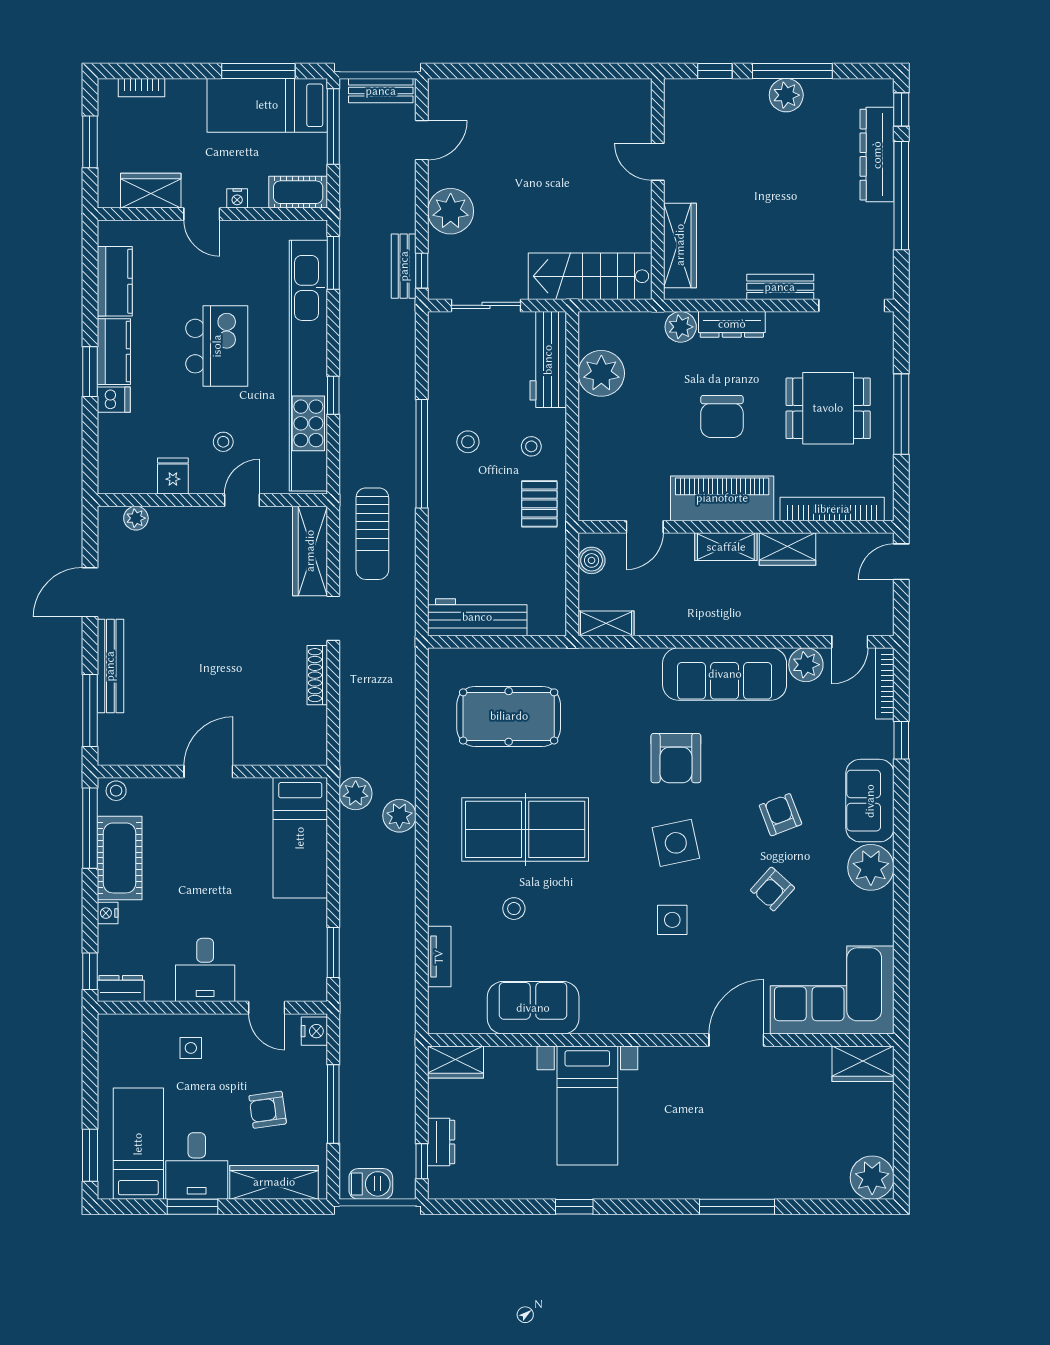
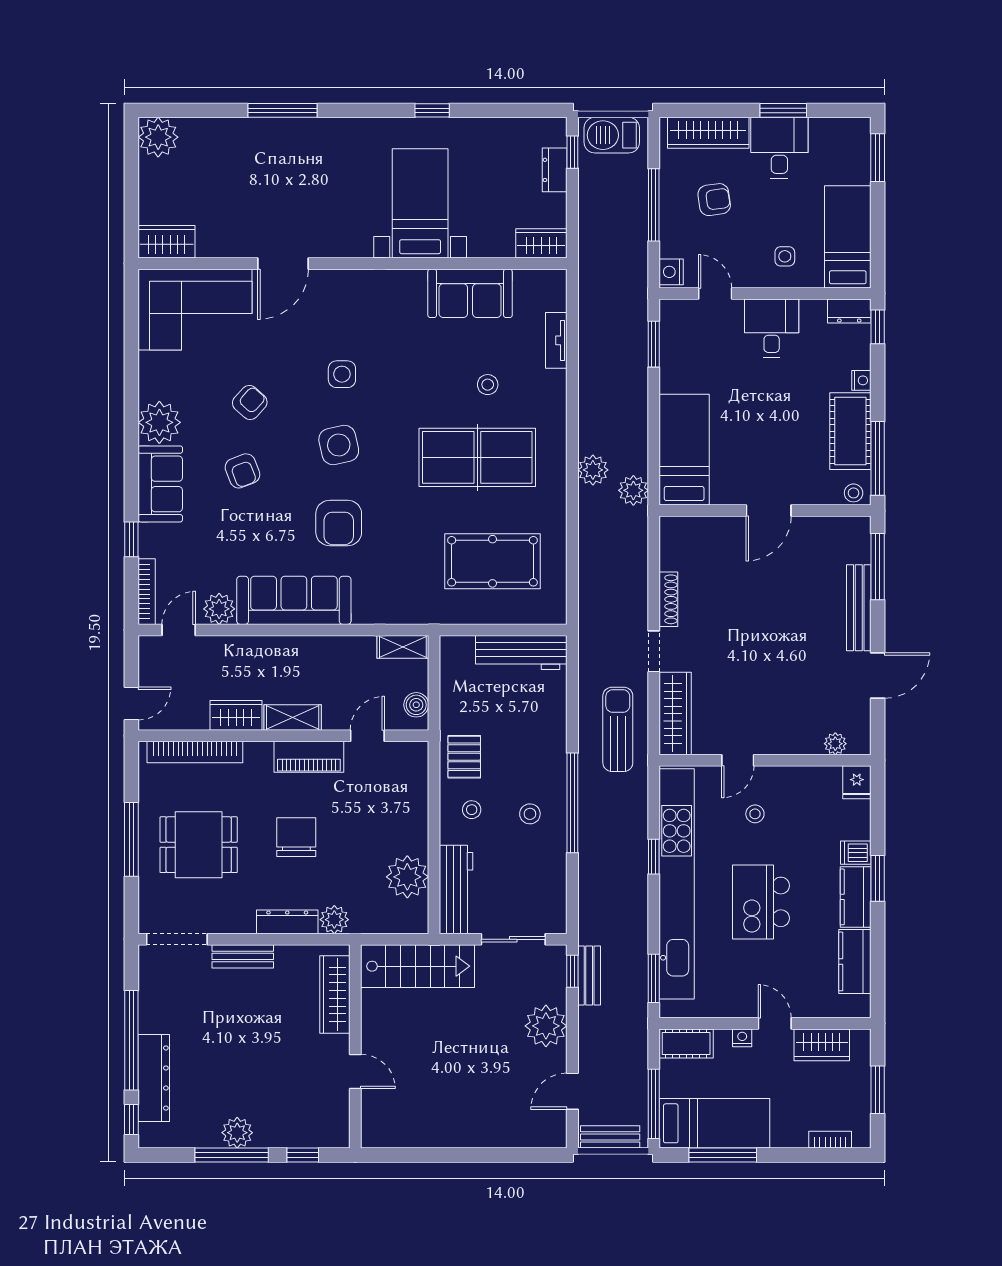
fridge: (173, 476) -> (857, 782), moved
piano: (722, 498) -> (309, 757), width x0.73, depth x0.75
armchair: (676, 758) -> (339, 523), turned 180
bed: (138, 1144) -> (848, 237), moved, turned 180
barbecue: (371, 1184) -> (612, 135), width x1.38, depth x1.27

